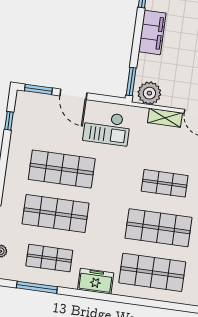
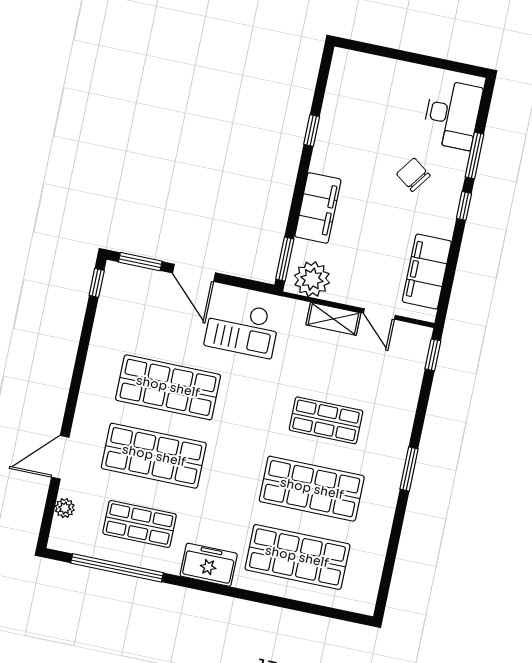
filing cabinet: (152, 32) -> (318, 208), moved
window: (9, 121) -> (97, 283), moved
window: (37, 287) -> (117, 568), width x1.46

